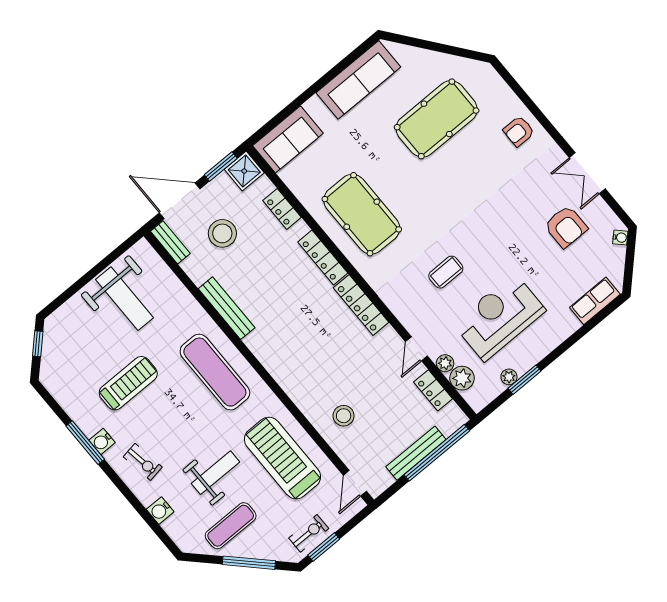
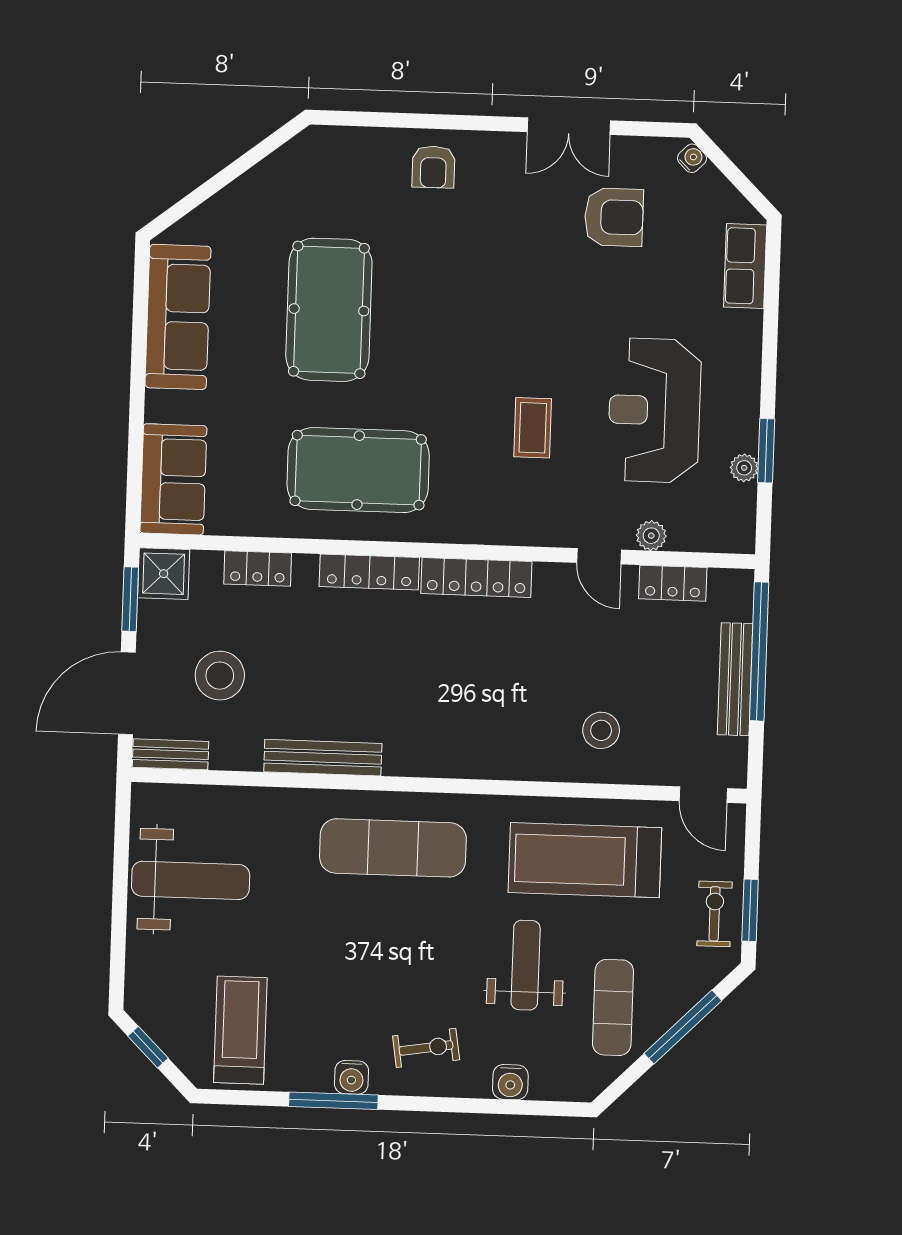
pool table: (437, 119) -> (329, 310), moved
plant: (462, 378) -> (691, 531), removed
treadmill: (128, 383) -> (240, 1030), moved

